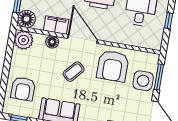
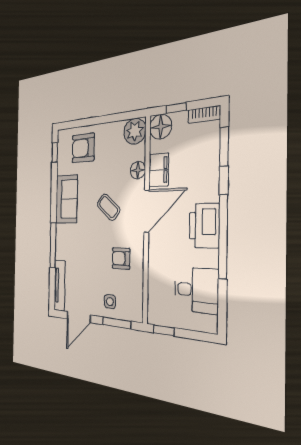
window: (169, 21) -> (164, 330), moved
armchair: (113, 66) -> (121, 258), width x0.53, depth x0.53
side table: (143, 81) -> (110, 302), width x0.54, depth x0.54

